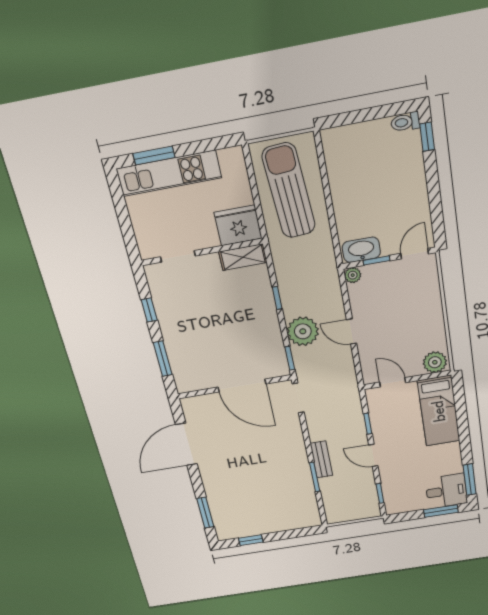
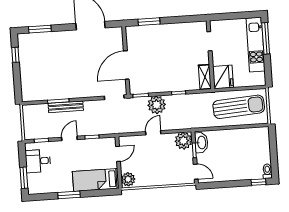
window: (154, 155) -> (266, 38), width x1.44
plant: (353, 275) -> (183, 141), width x1.87, depth x1.87
window: (149, 310) -> (180, 20), removed
bench: (321, 459) -> (66, 107), width x1.36
window: (470, 480) -> (69, 195), moved
desk: (446, 491) -> (38, 161), moved, turned 90

